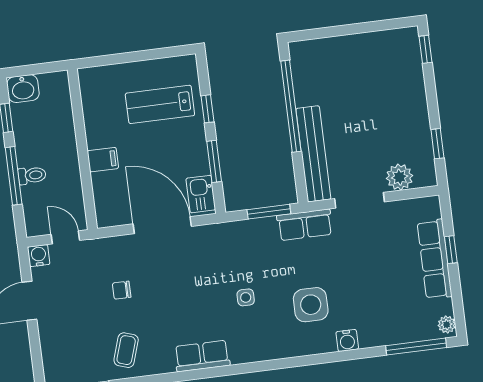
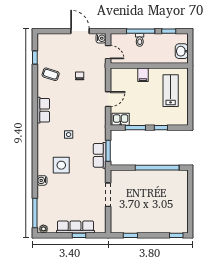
washbasin: (23, 89) -> (182, 51), moved
lab bench: (160, 104) -> (171, 91), moved
bench: (313, 154) -> (133, 176), removed
plant: (400, 177) -> (117, 215), removed
door: (162, 225) -> (108, 99), width x0.53
row of seats: (305, 225) -> (100, 155), moved
door: (65, 237) -> (108, 52), hinge flipped

